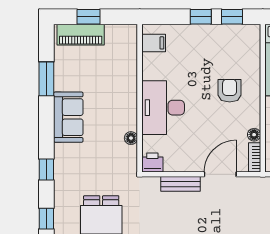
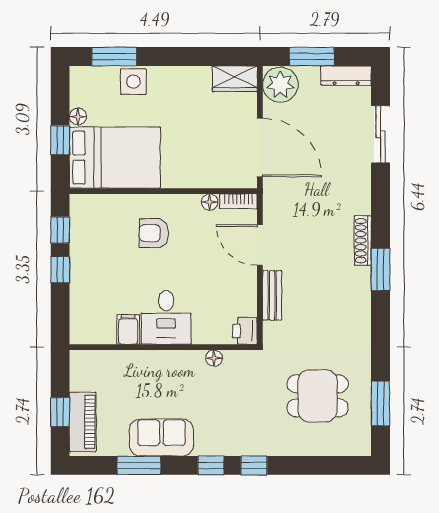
filing cabinet: (154, 43) -> (128, 329), moved
desk: (163, 108) -> (166, 317), width x0.73
sofa: (68, 117) -> (161, 438), moved
window: (46, 219) -> (211, 465), moved

